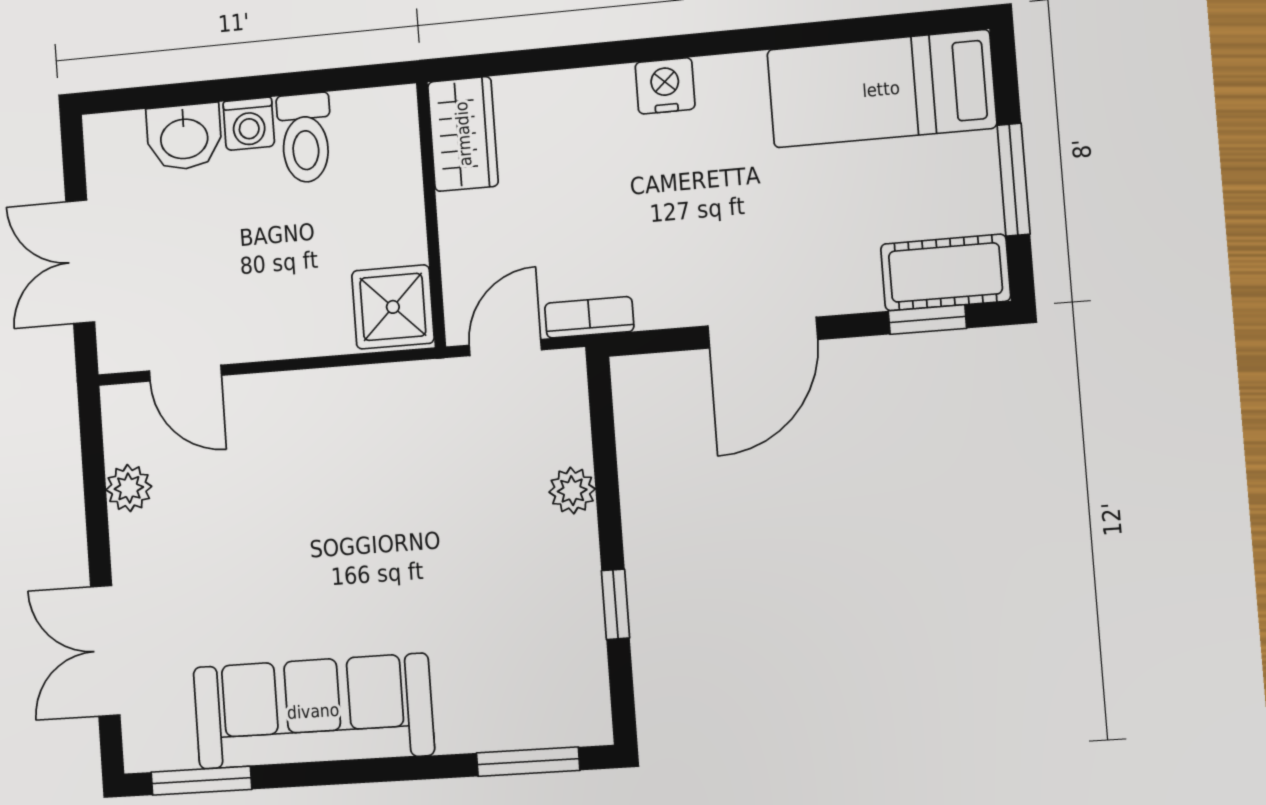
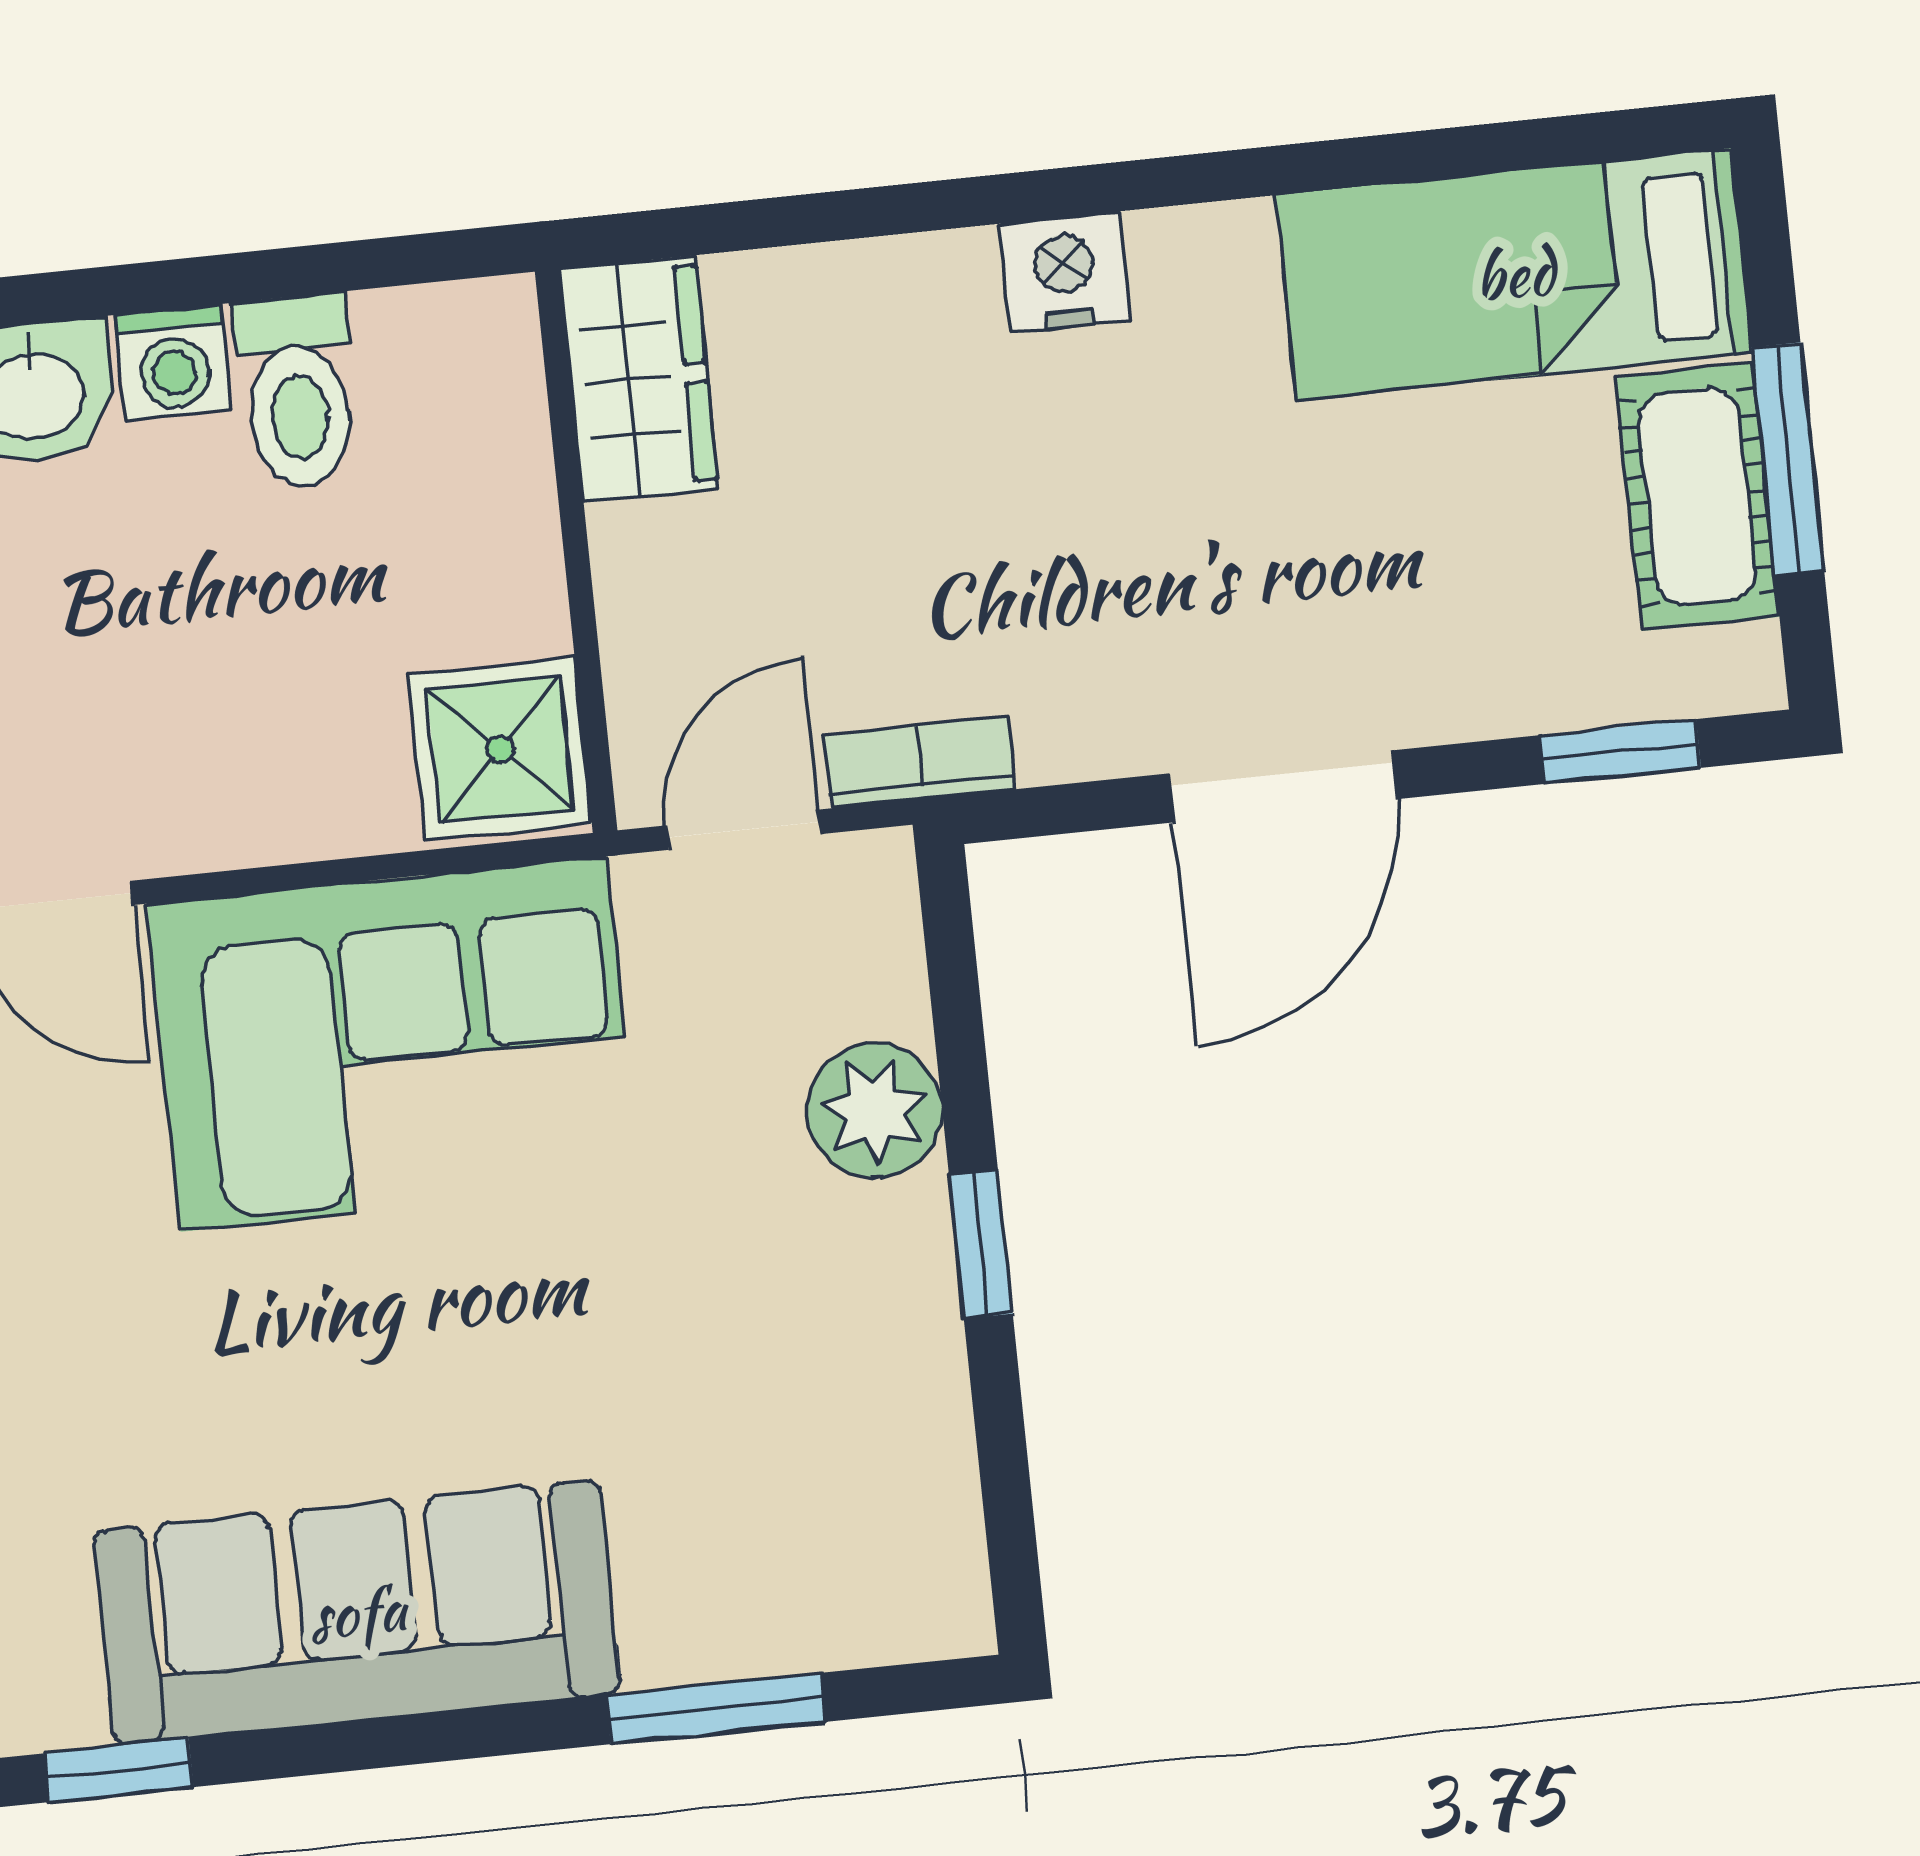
cot: (945, 272) -> (1697, 497), moved, turned 90
corner sofa: (339, 444) -> (394, 1044), added
plant: (572, 491) -> (874, 1111), width x1.38, depth x1.38
window: (616, 604) -> (981, 1245), moved
window: (528, 762) -> (716, 1708), moved
window: (201, 781) -> (119, 1770), width x0.67

